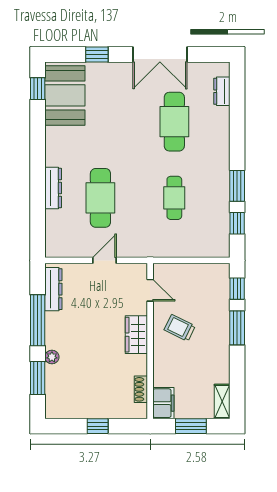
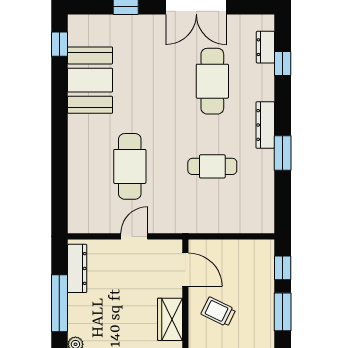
booth: (65, 95) -> (90, 80), moved
dresser: (53, 188) -> (265, 125), moved, turned 180
cafe table: (174, 198) -> (212, 166), turned 90
window: (237, 223) -> (283, 63), moved
door: (150, 290) -> (185, 270), width x1.37

